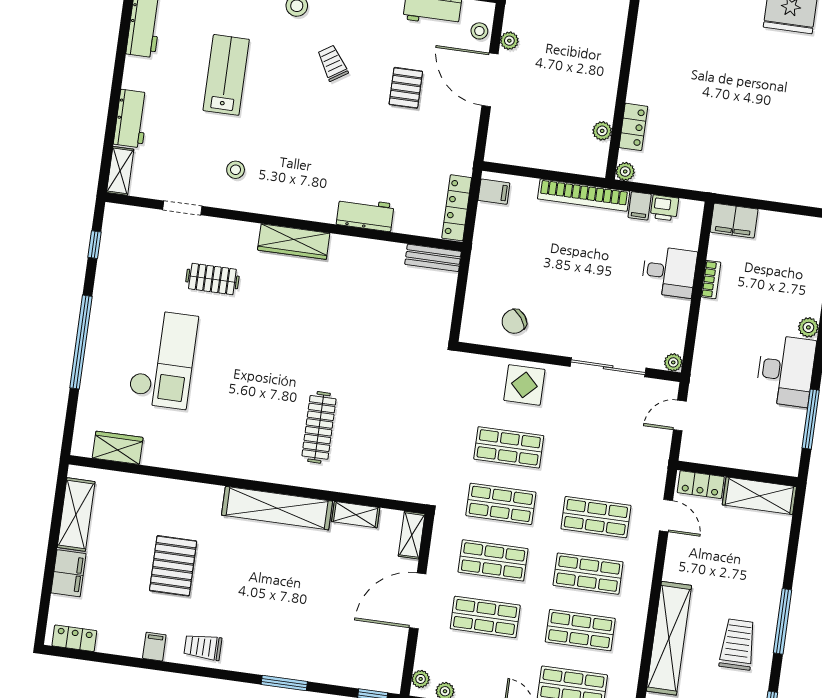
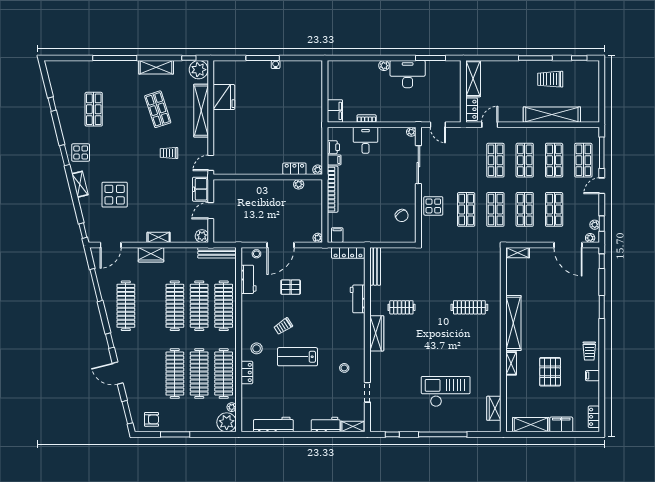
plant: (509, 41) -> (318, 238), moved
lab bench: (226, 75) -> (298, 357), moved
bench: (433, 258) -> (375, 266), width x1.36
clothes rail: (212, 279) -> (401, 307), moved, turned 90
shelving: (356, 515) -> (511, 363), moved
pallet: (173, 566) -> (550, 372), turned 90
door: (418, 601) -> (568, 245), moved

